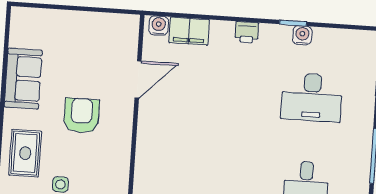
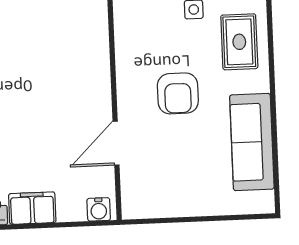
filing cabinet: (189, 31) -> (32, 208), moved
sofa: (23, 79) -> (252, 142), width x1.36

